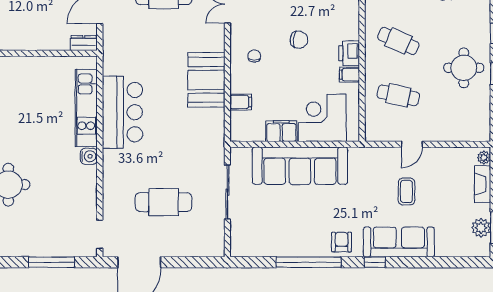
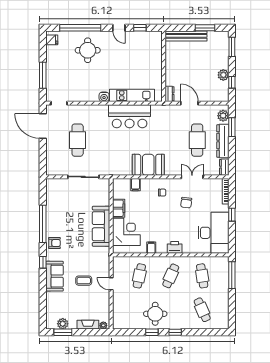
chair: (299, 40) -> (186, 203), moved
printer: (349, 53) -> (175, 247), moved
sofa: (300, 166) -> (101, 226), width x0.74, depth x0.79
sofa: (399, 242) -> (54, 276), width x0.73

